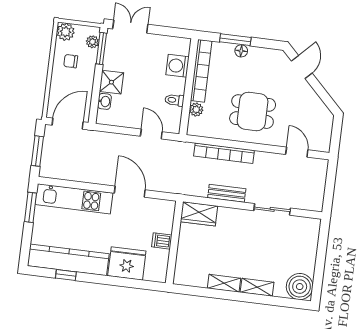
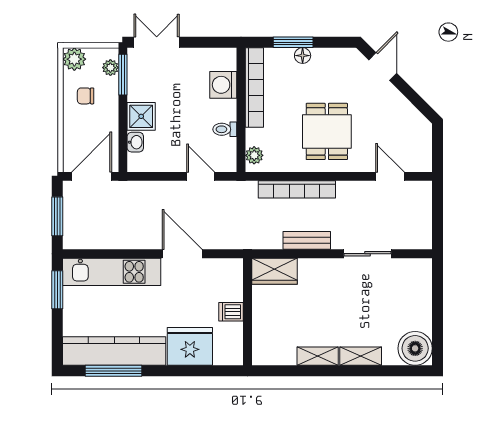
plant: (196, 110) -> (254, 155), moved
dining table: (253, 112) -> (327, 131), turned 90
window: (66, 275) -> (113, 371), width x2.17

